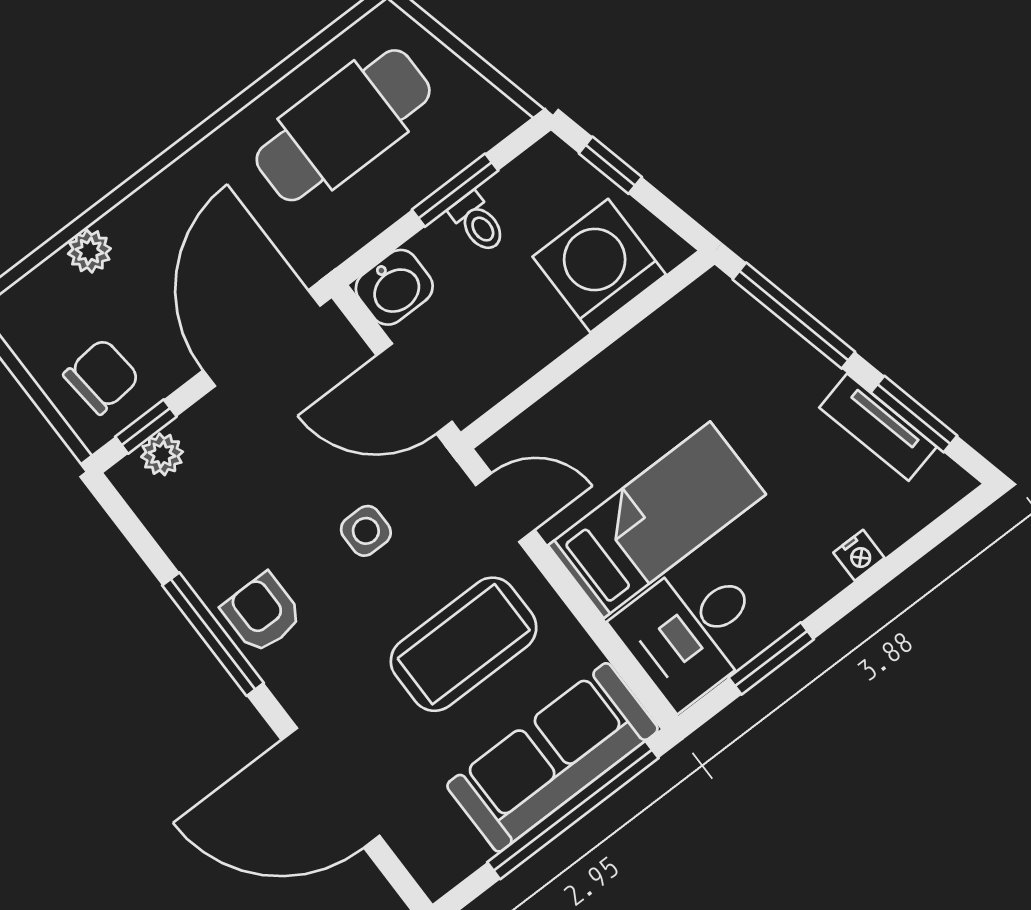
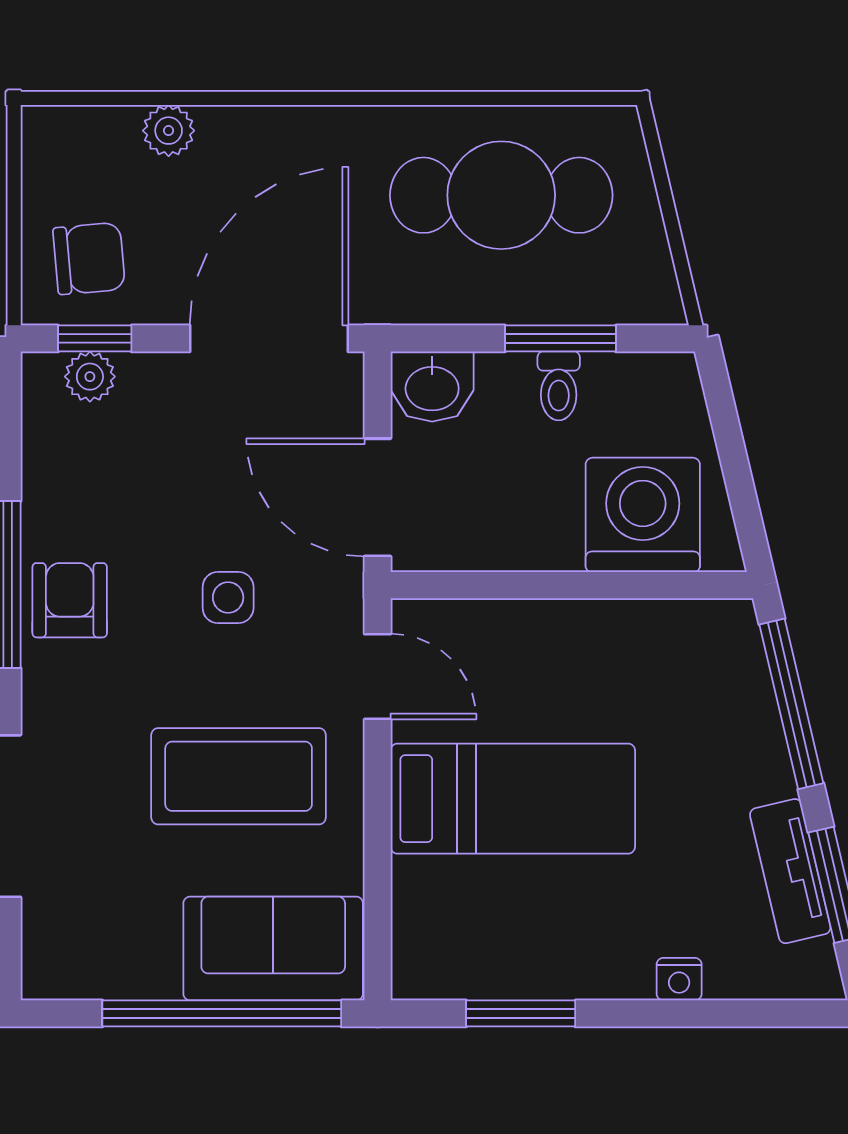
window: (610, 165) -> (726, 428), removed
desk: (692, 630) -> (466, 929), removed
sofa: (552, 757) -> (273, 948), width x0.73

